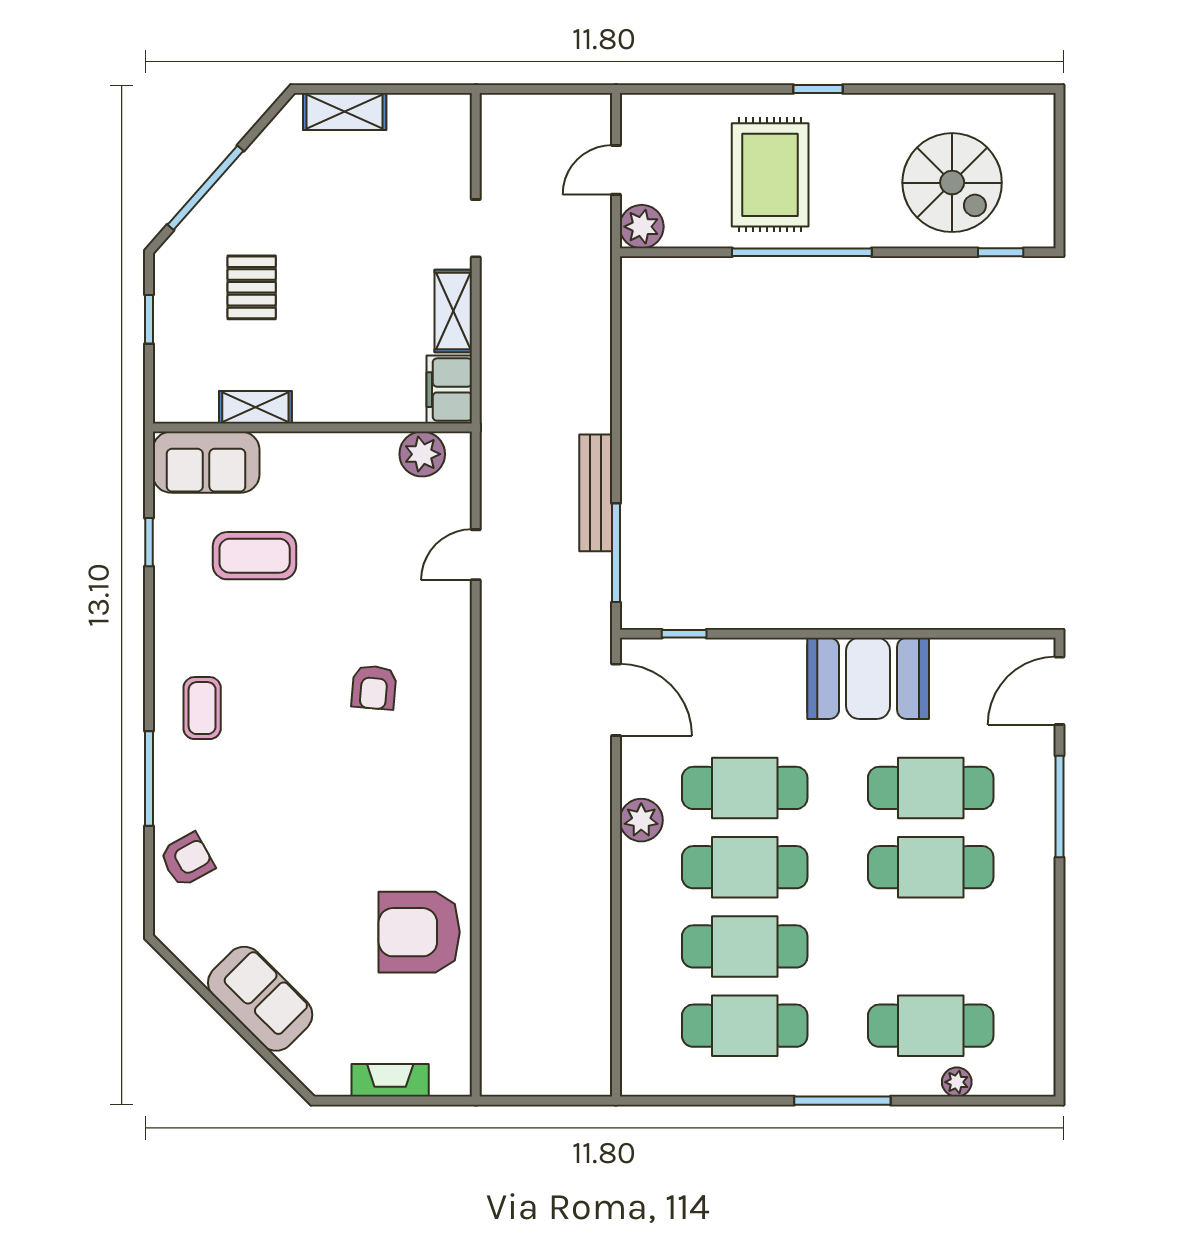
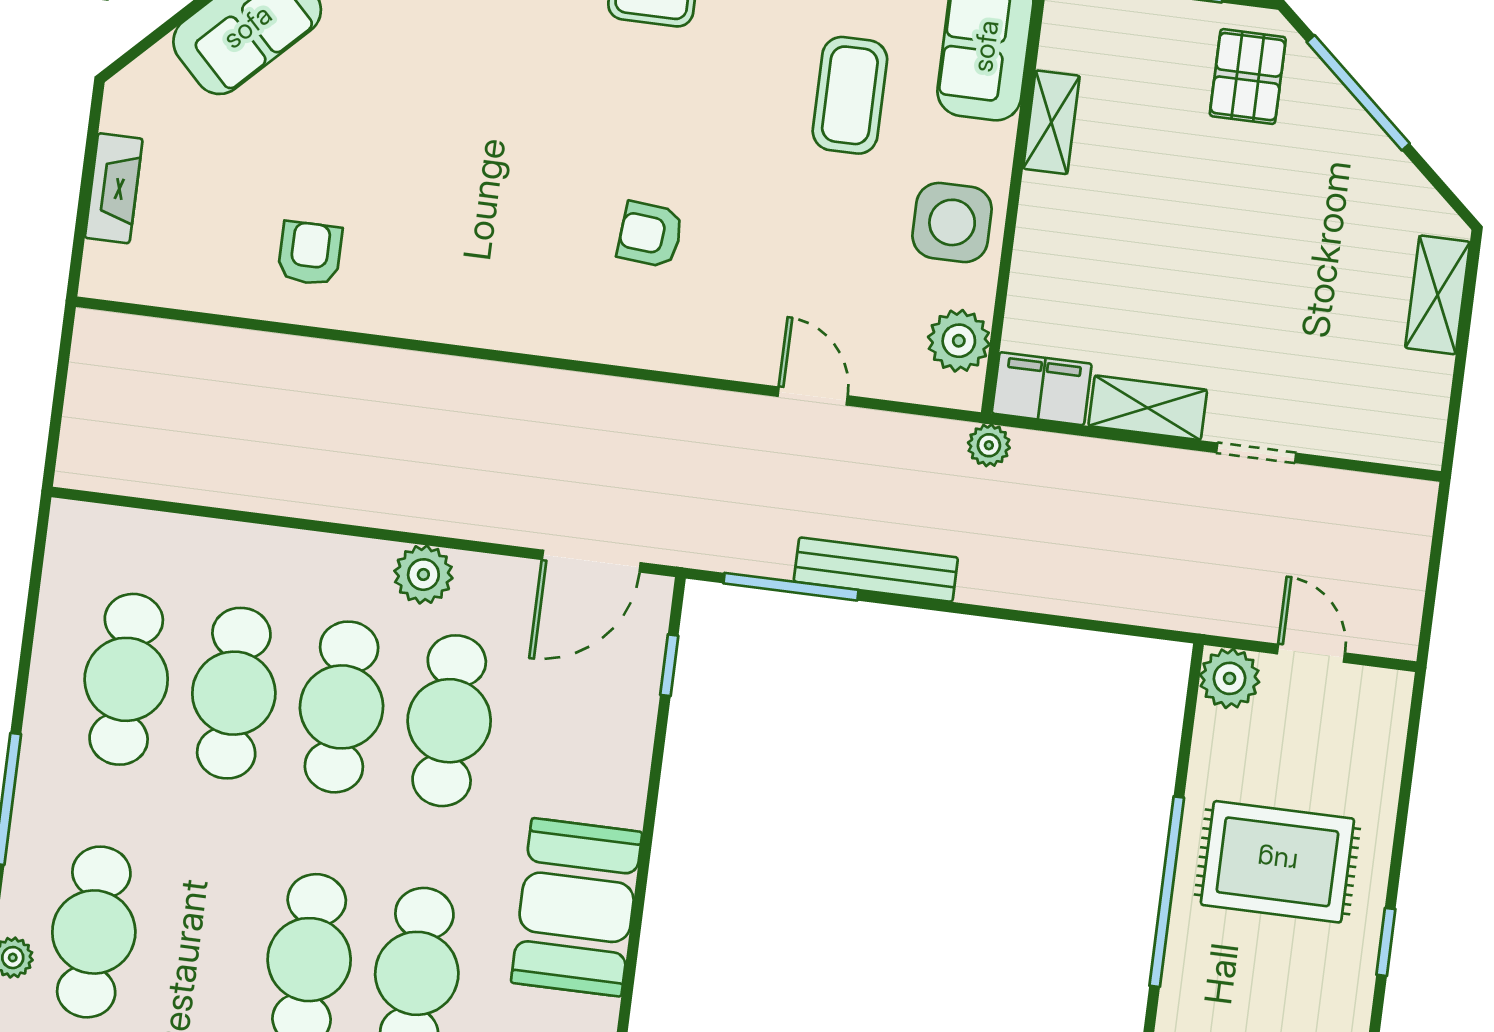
pallet: (252, 287) -> (1248, 77), moved, turned 90
plant: (495, 423) -> (989, 445), added
side table: (337, 470) -> (952, 222), added
armchair: (419, 932) -> (310, 253), width x0.53, depth x0.53

